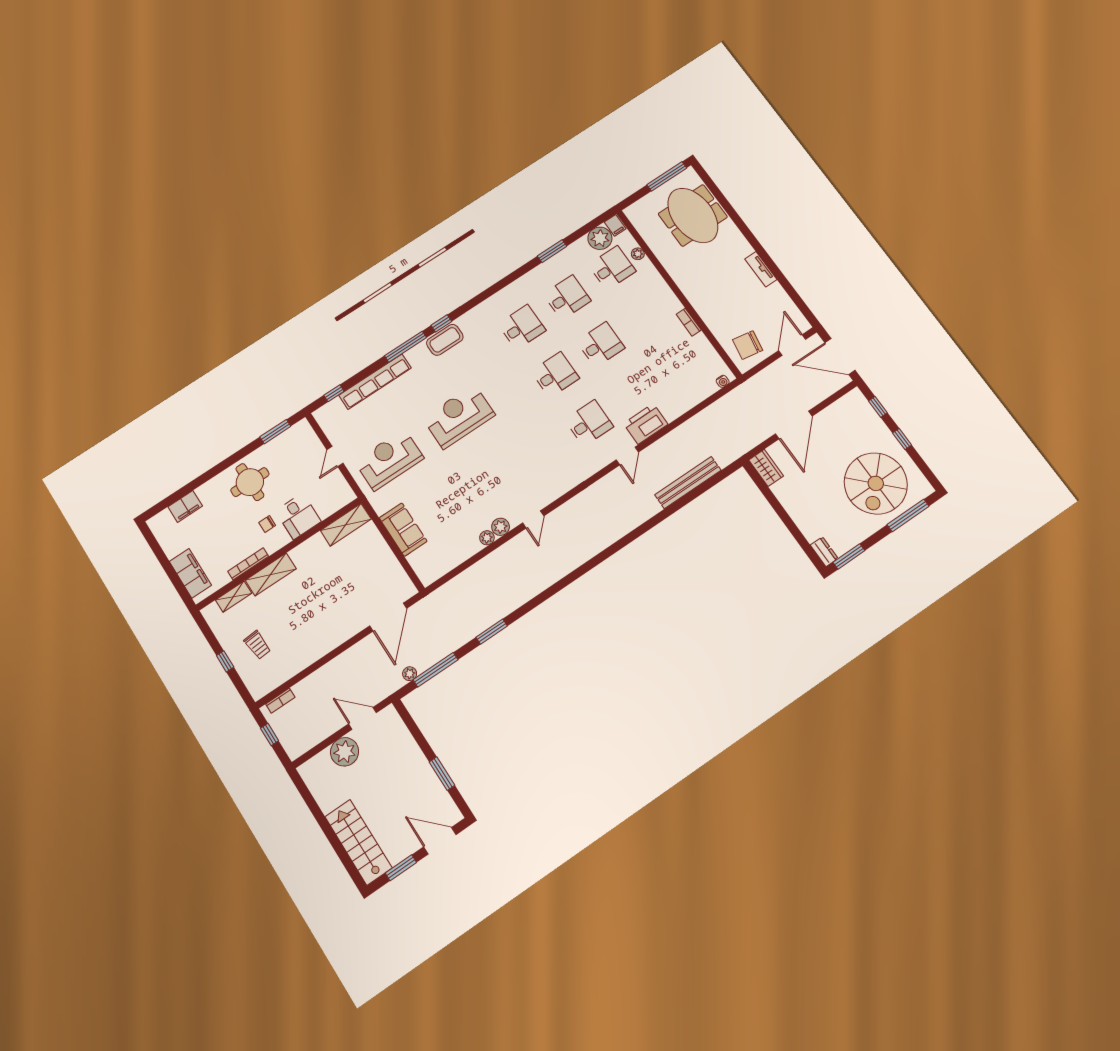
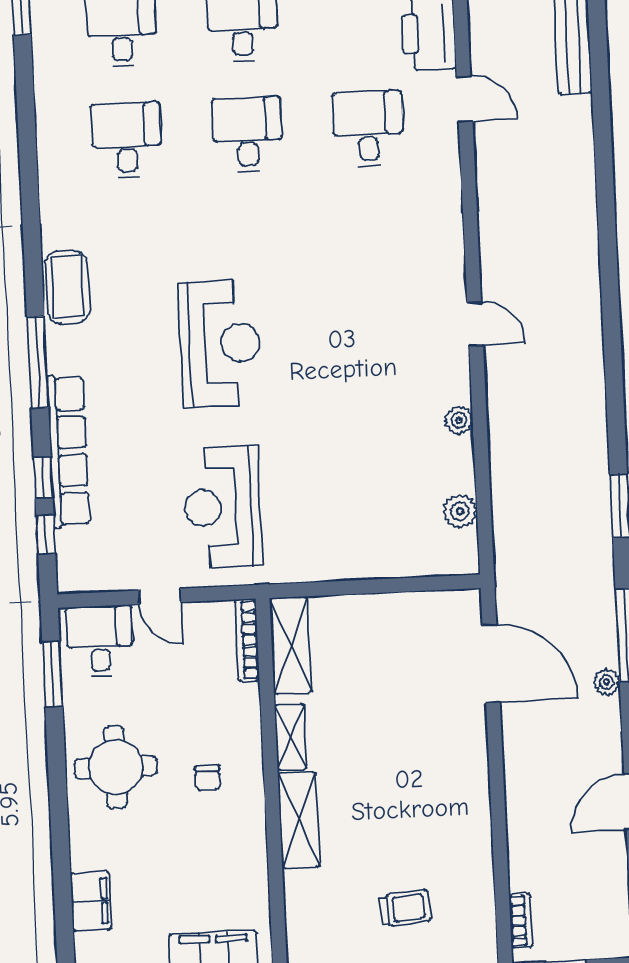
window: (441, 323) -> (43, 478), moved
reception desk: (459, 417) -> (220, 344), turned 180
desk: (298, 516) -> (100, 641), moved, turned -90
plant: (501, 527) -> (460, 511), moved
sofa: (403, 530) -> (358, 553), removed
bookcase: (248, 564) -> (247, 640), moved
shelving: (234, 597) -> (291, 737), moved

